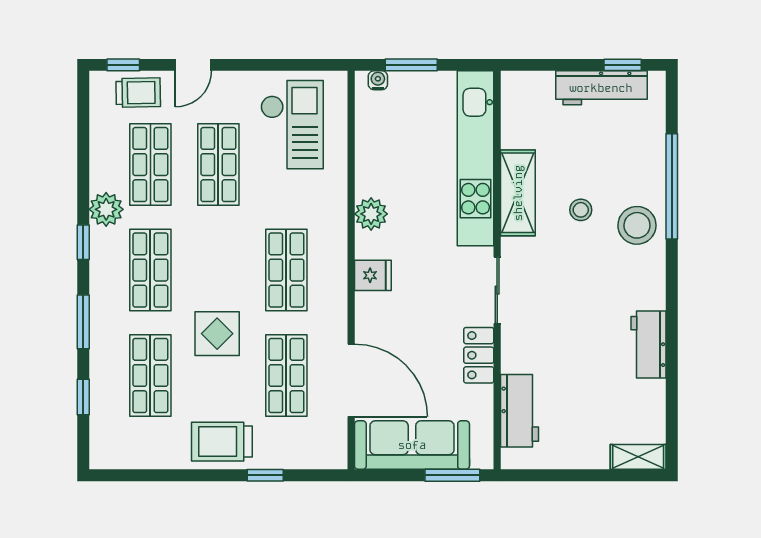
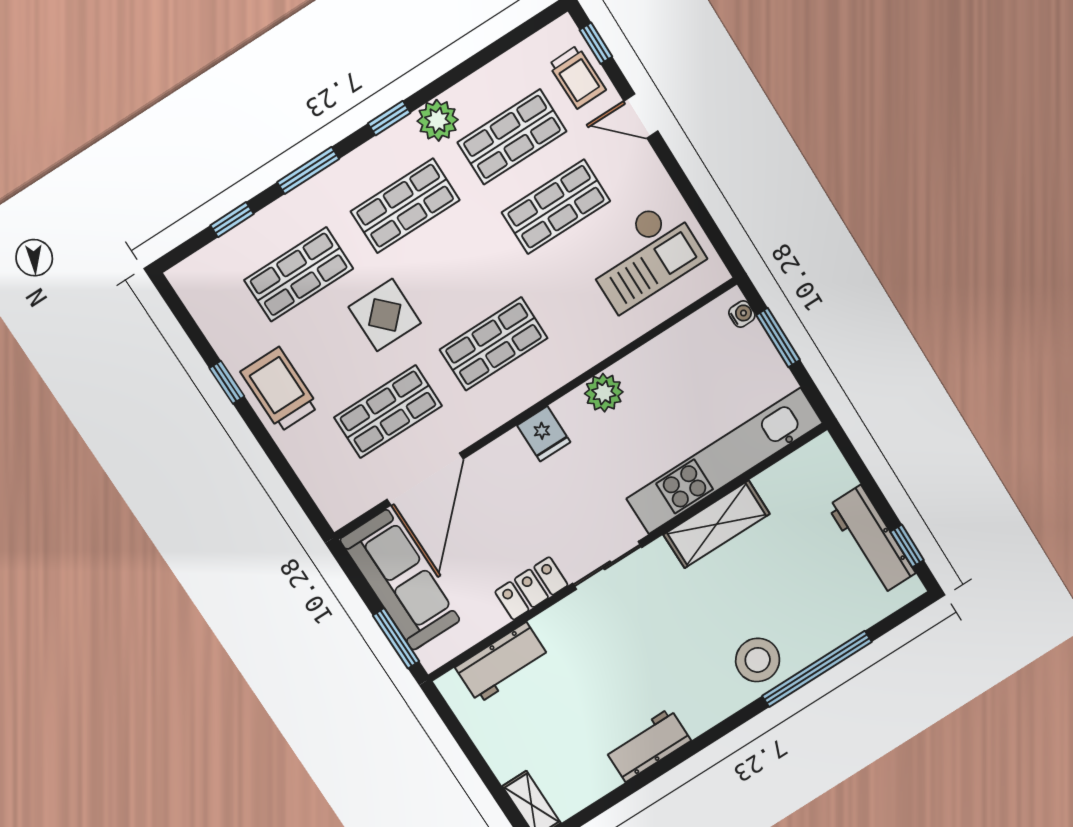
stool: (581, 210) -> (738, 596), removed
window: (265, 475) -> (227, 382), moved

